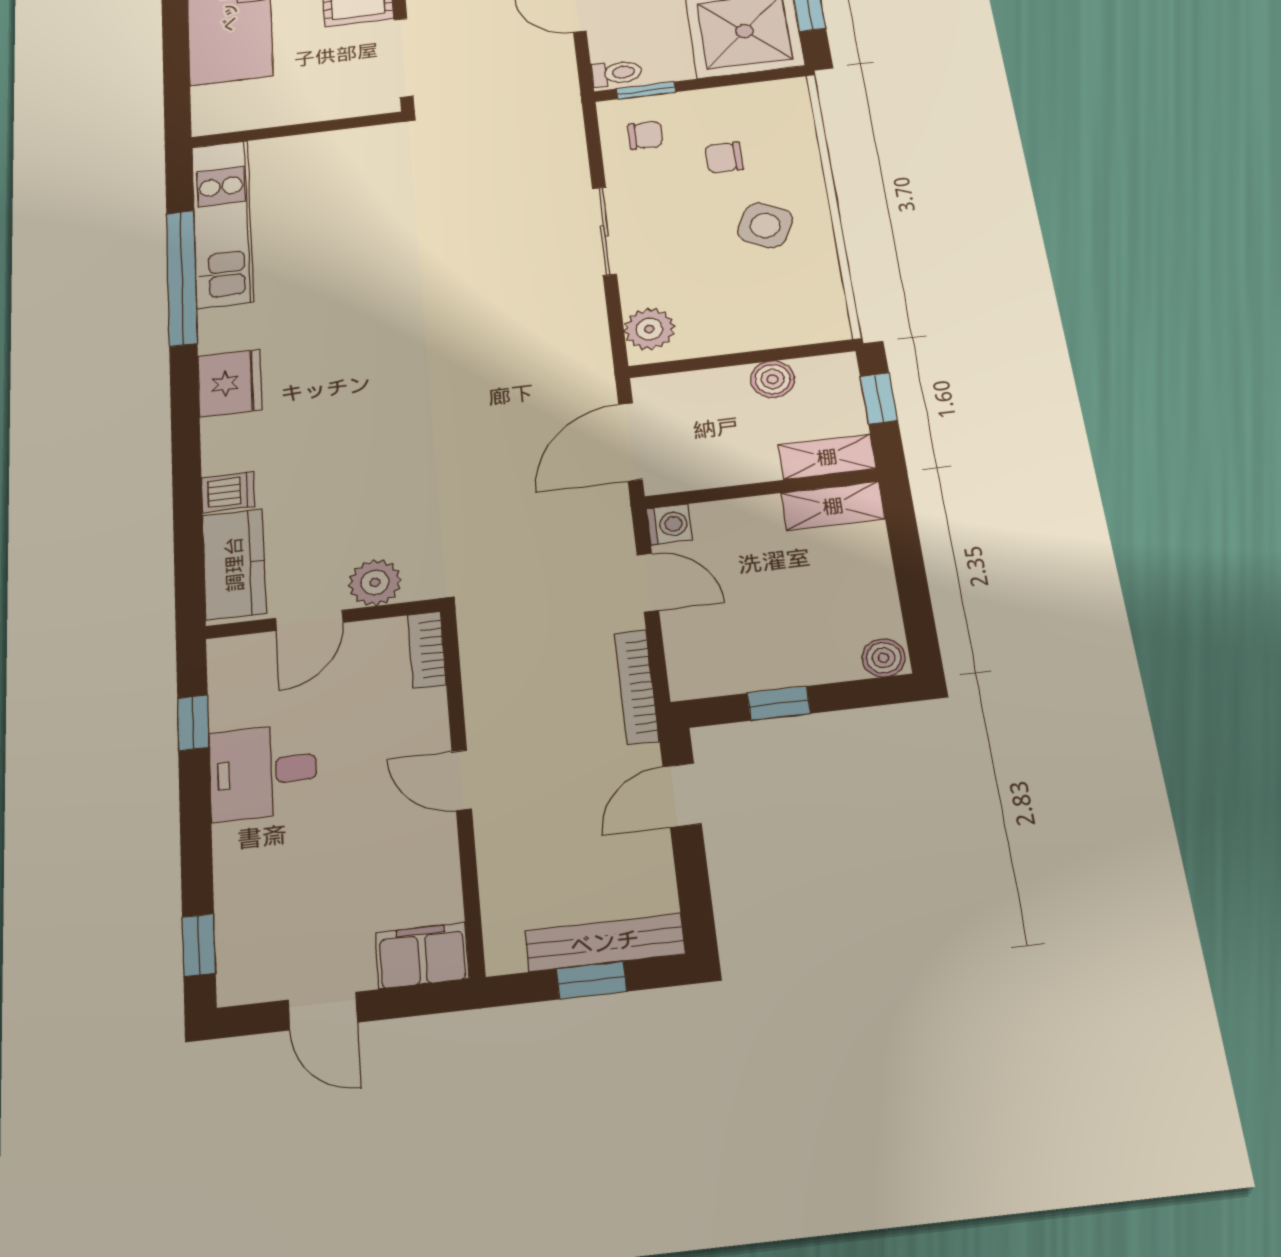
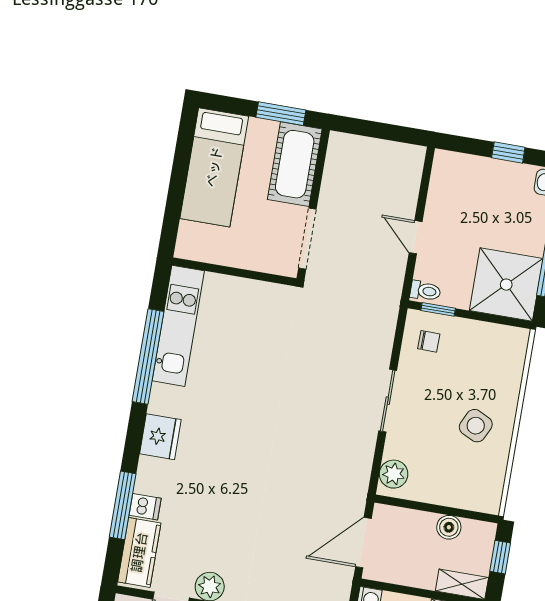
chair: (724, 157) -> (468, 372), removed
window: (187, 501) -> (123, 505), added

